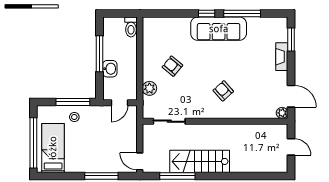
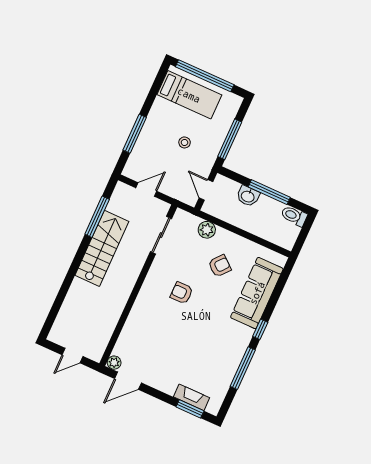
toilet: (131, 27) -> (294, 216), moved
sofa: (219, 29) -> (257, 293), moved
fireplace: (282, 57) -> (191, 397), moved
armchair: (223, 91) -> (182, 293), moved, turned -138
stool: (74, 117) -> (185, 142), moved
door: (140, 161) -> (146, 189), moved

